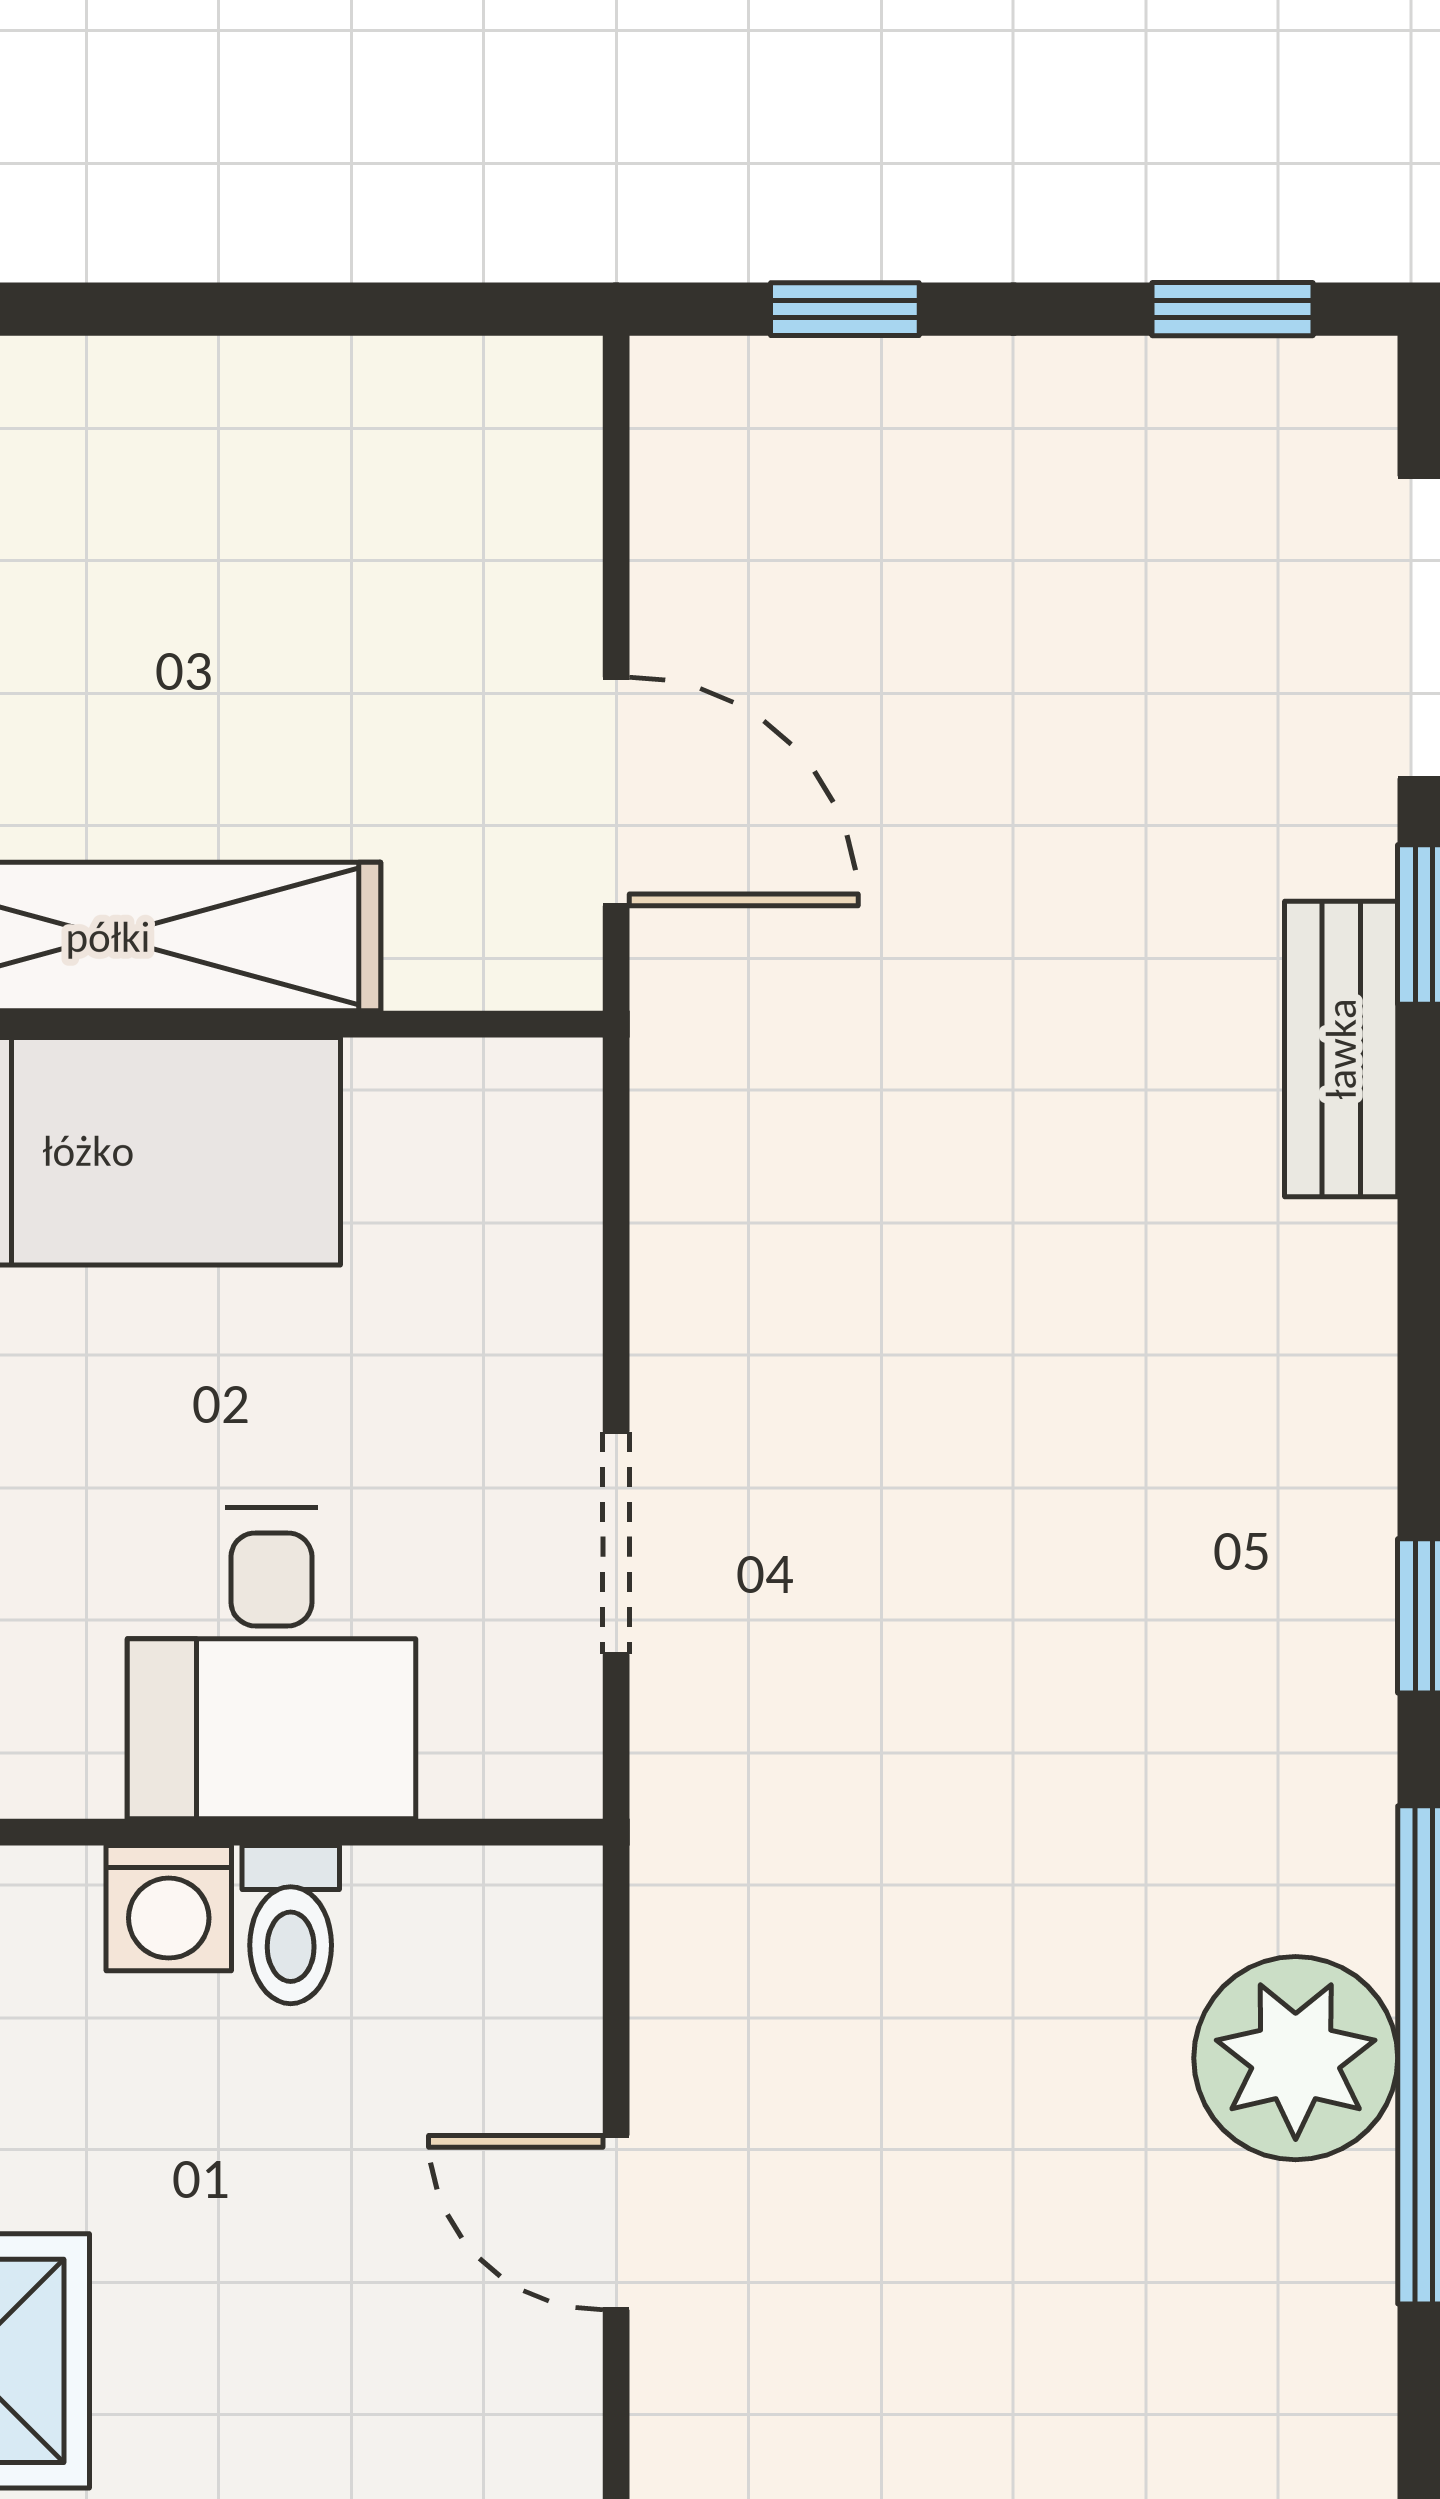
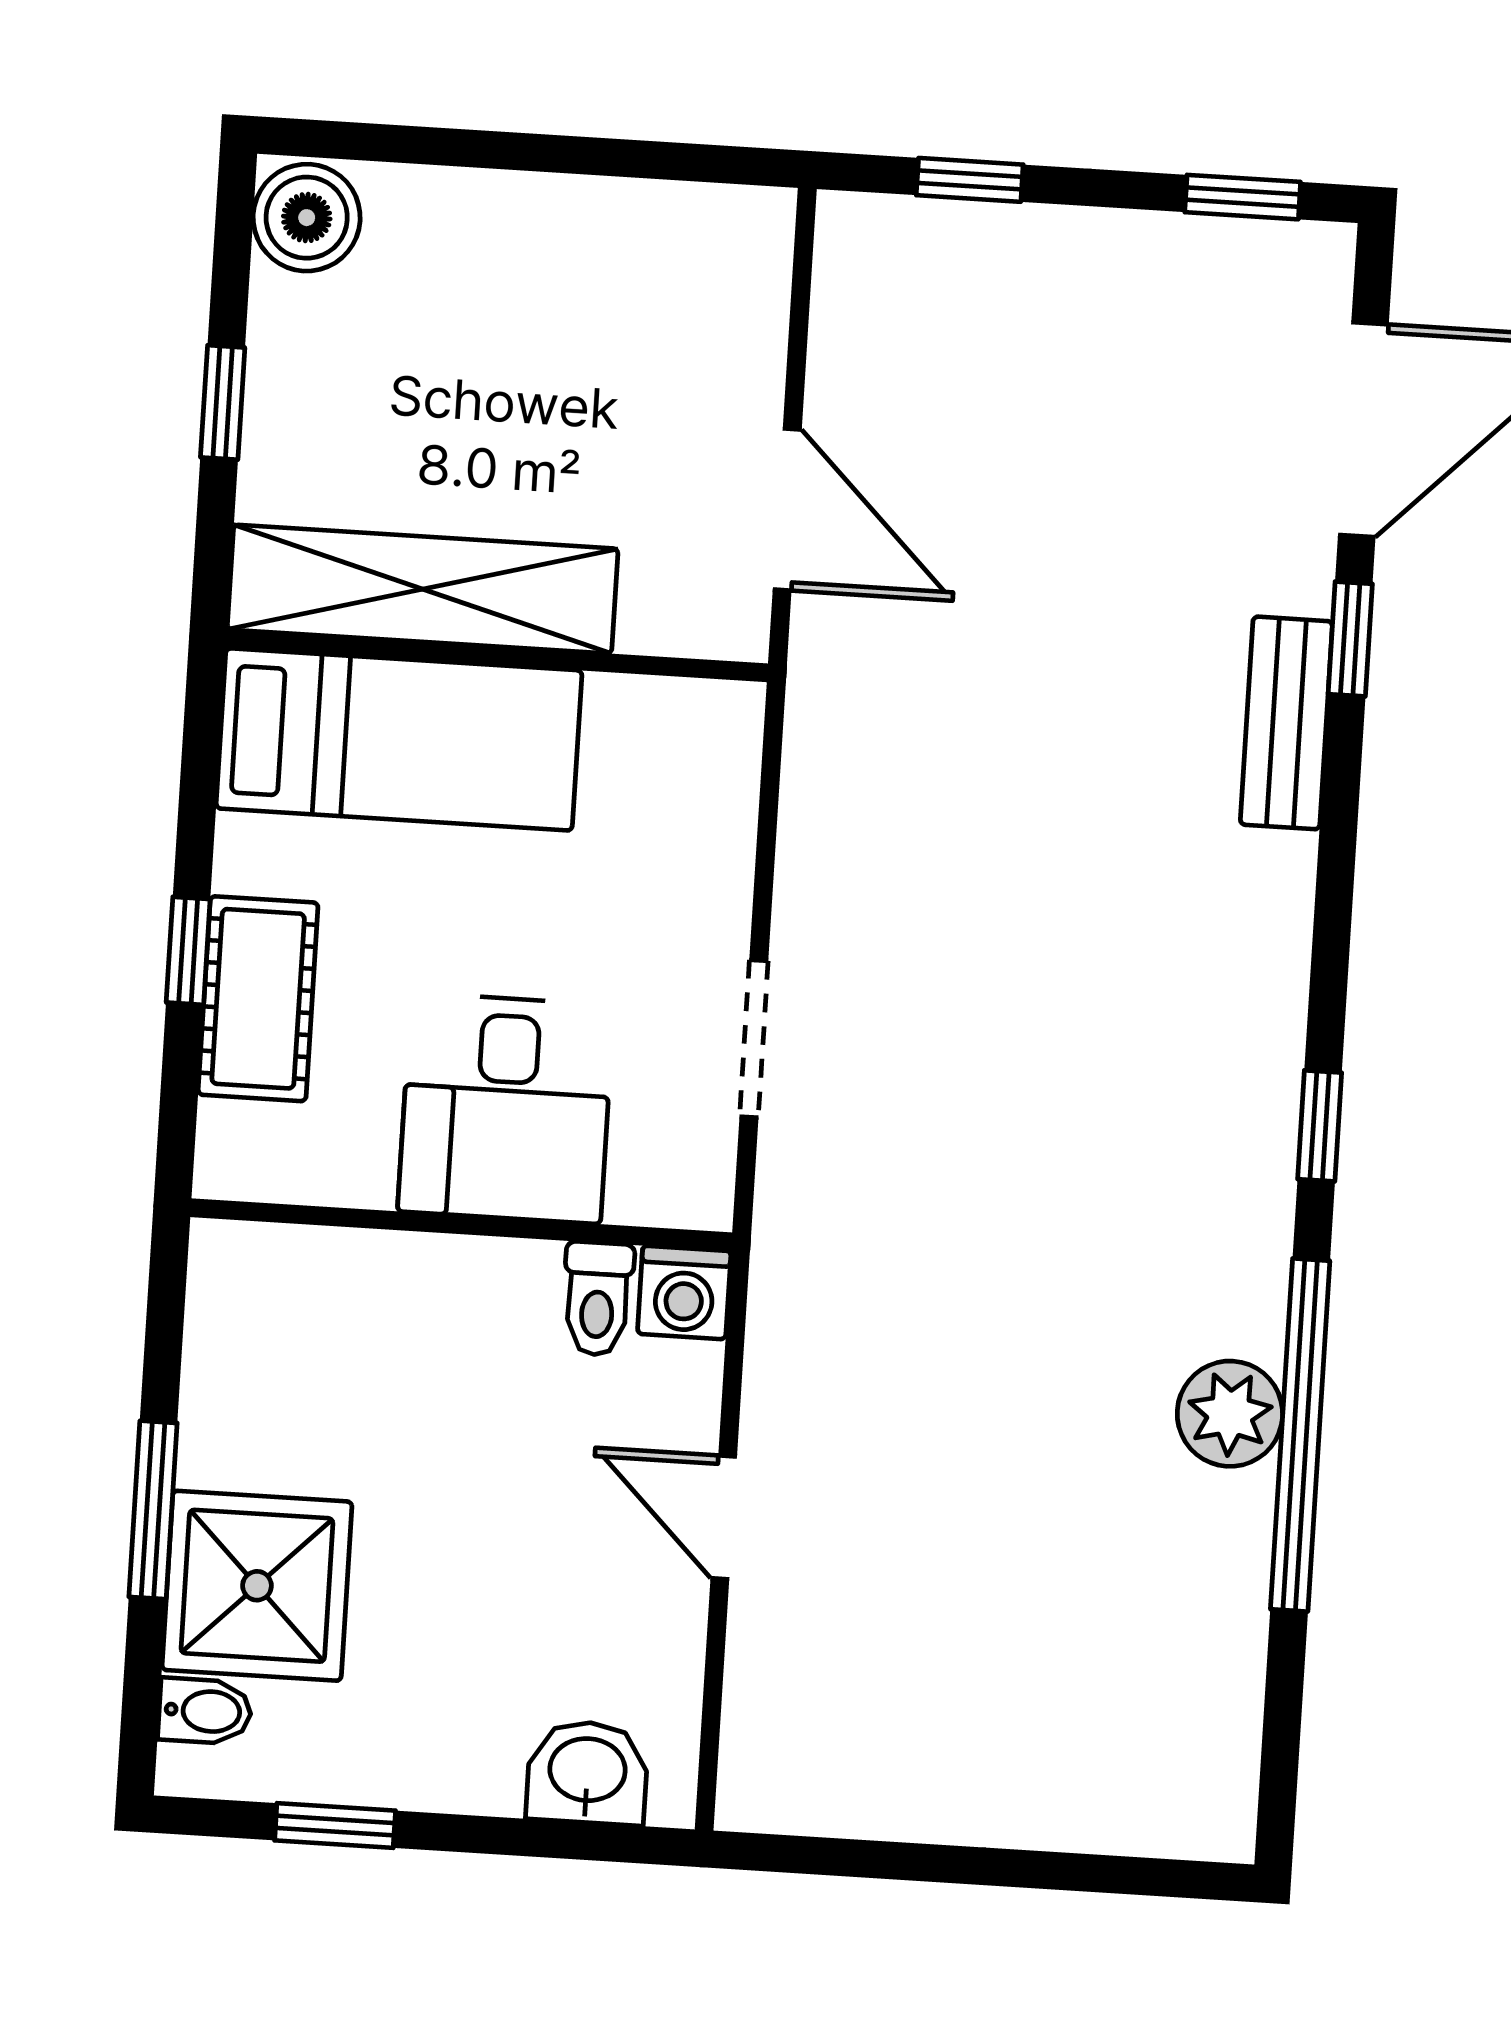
washing machine: (169, 1908) -> (684, 1292), moved
toilet: (291, 1925) -> (598, 1299), moved
plant: (1296, 2058) -> (1230, 1414), width x0.73, depth x0.73

